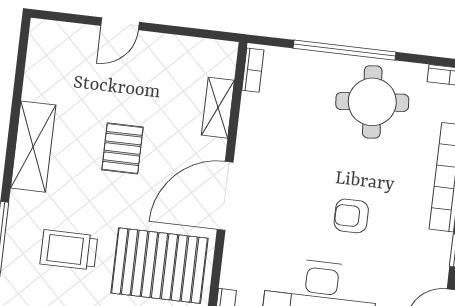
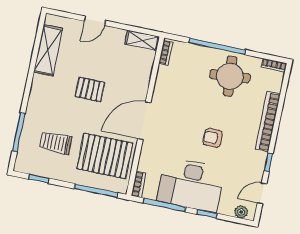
shelving: (218, 108) -> (142, 40), moved, turned 90
shelving: (33, 147) -> (48, 50), moved
pallet: (122, 148) -> (90, 90), turned 90

